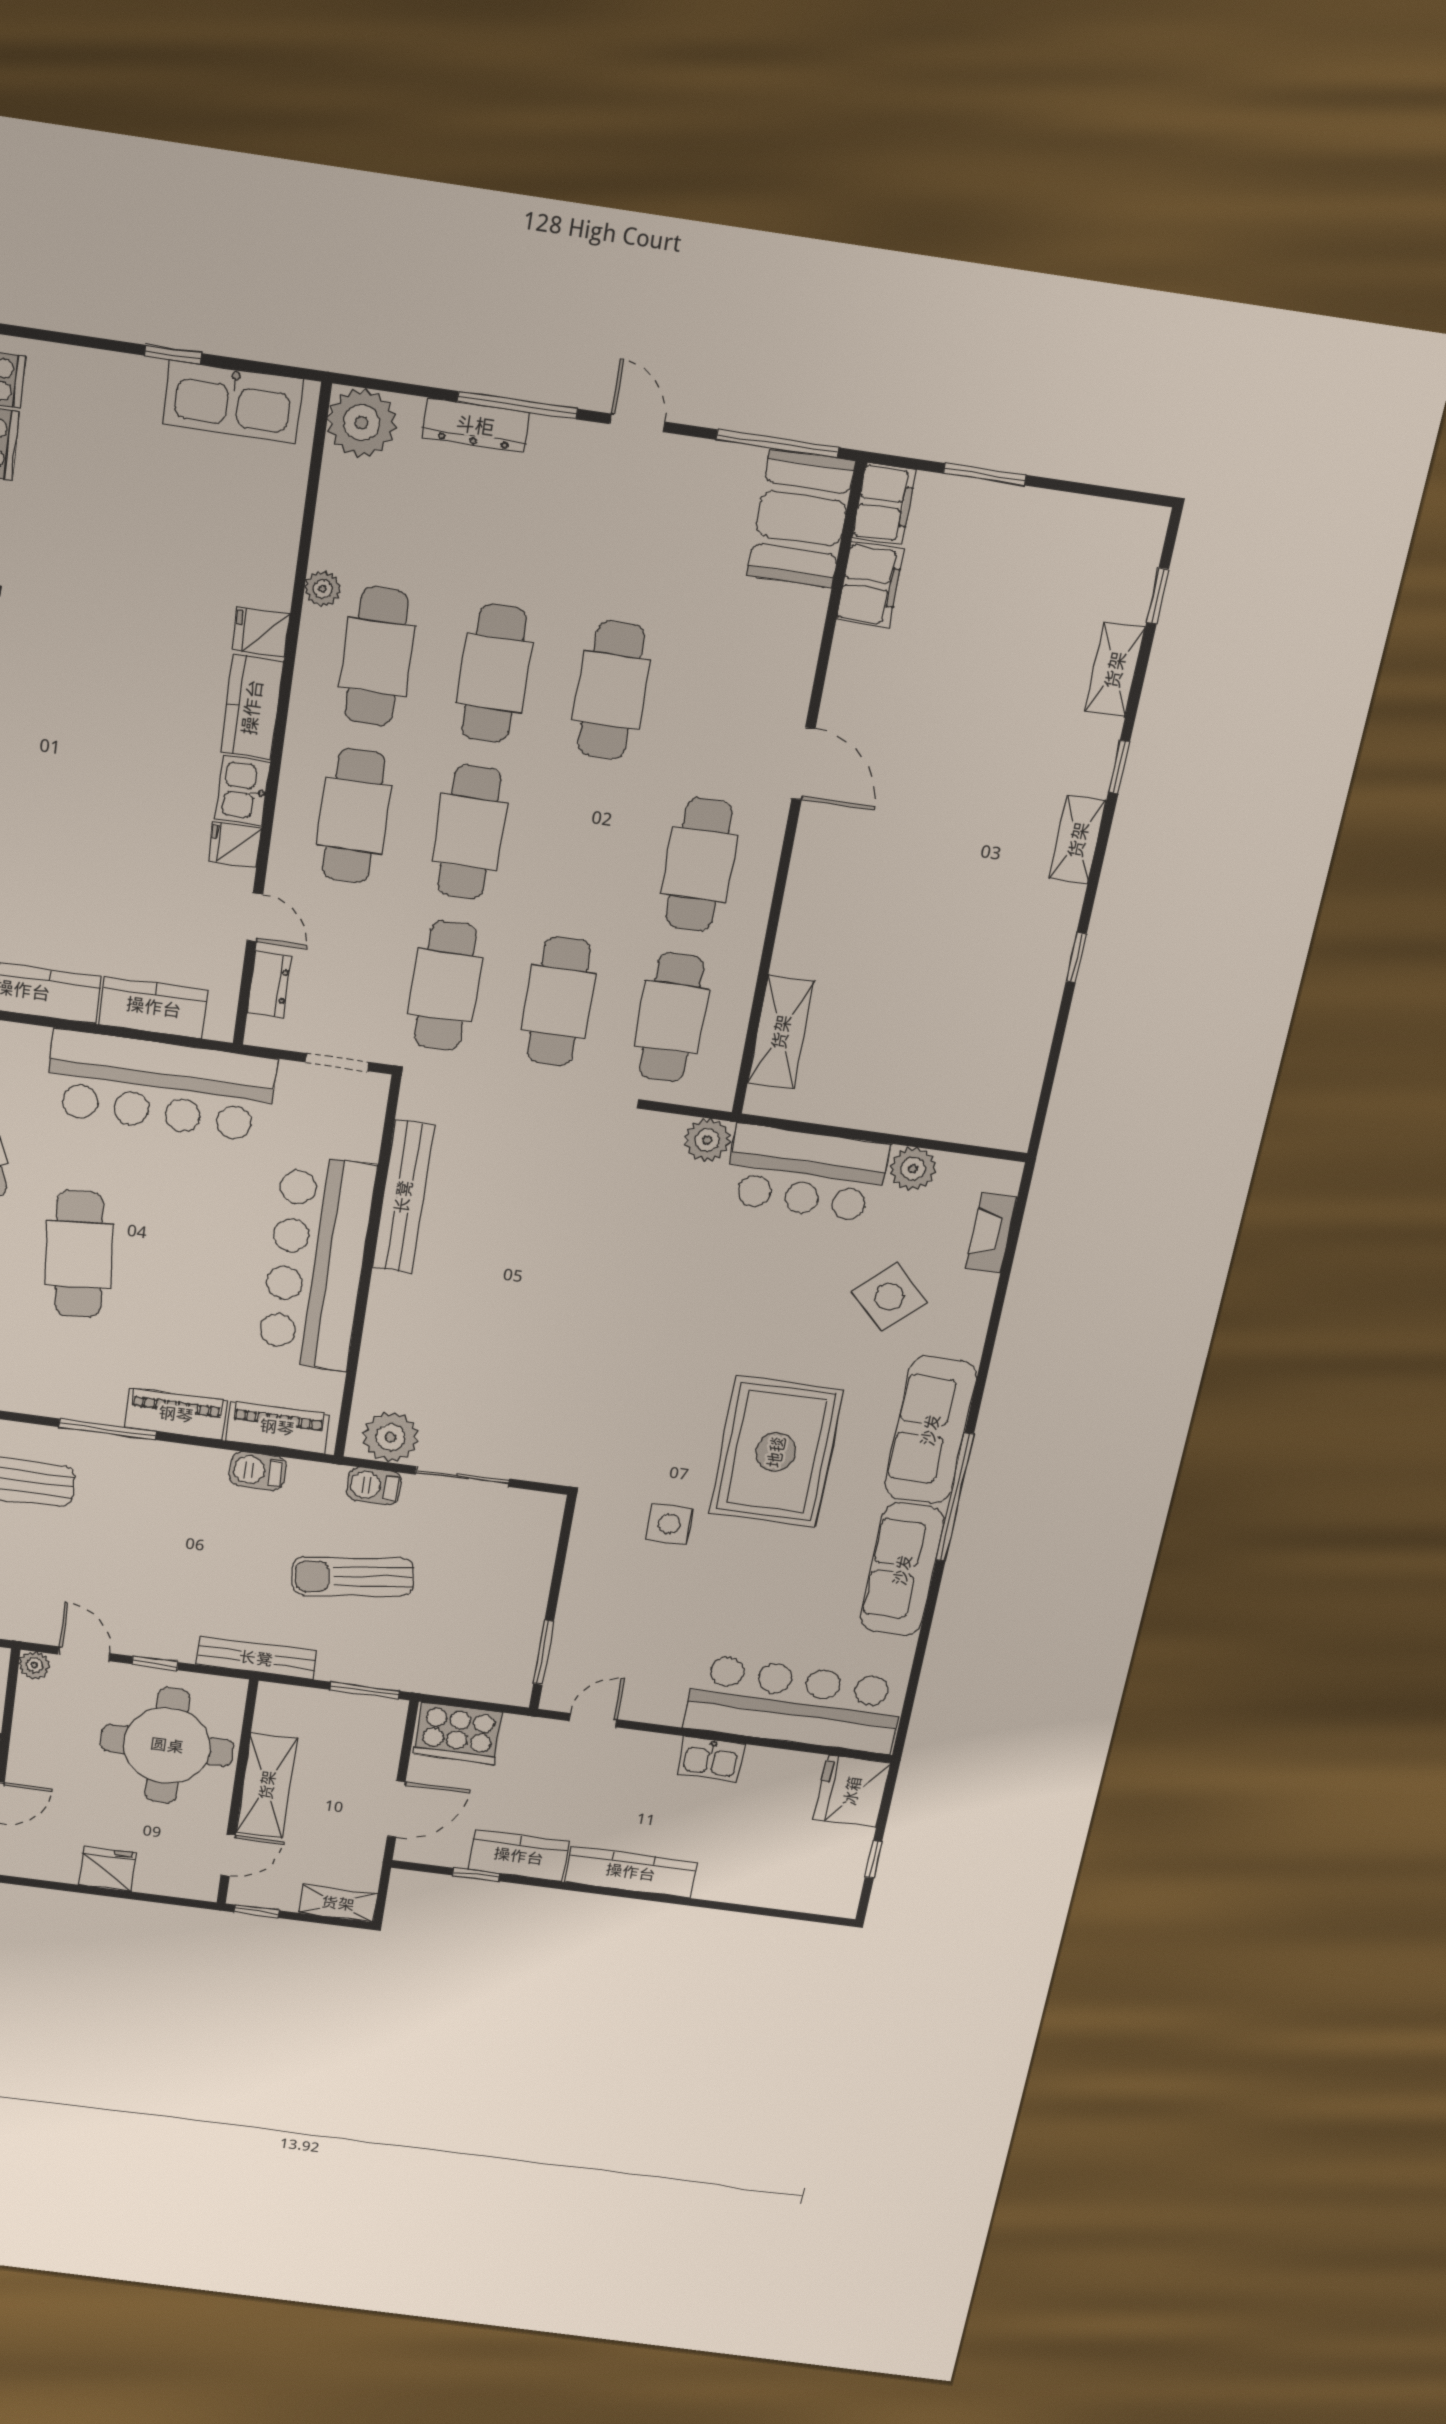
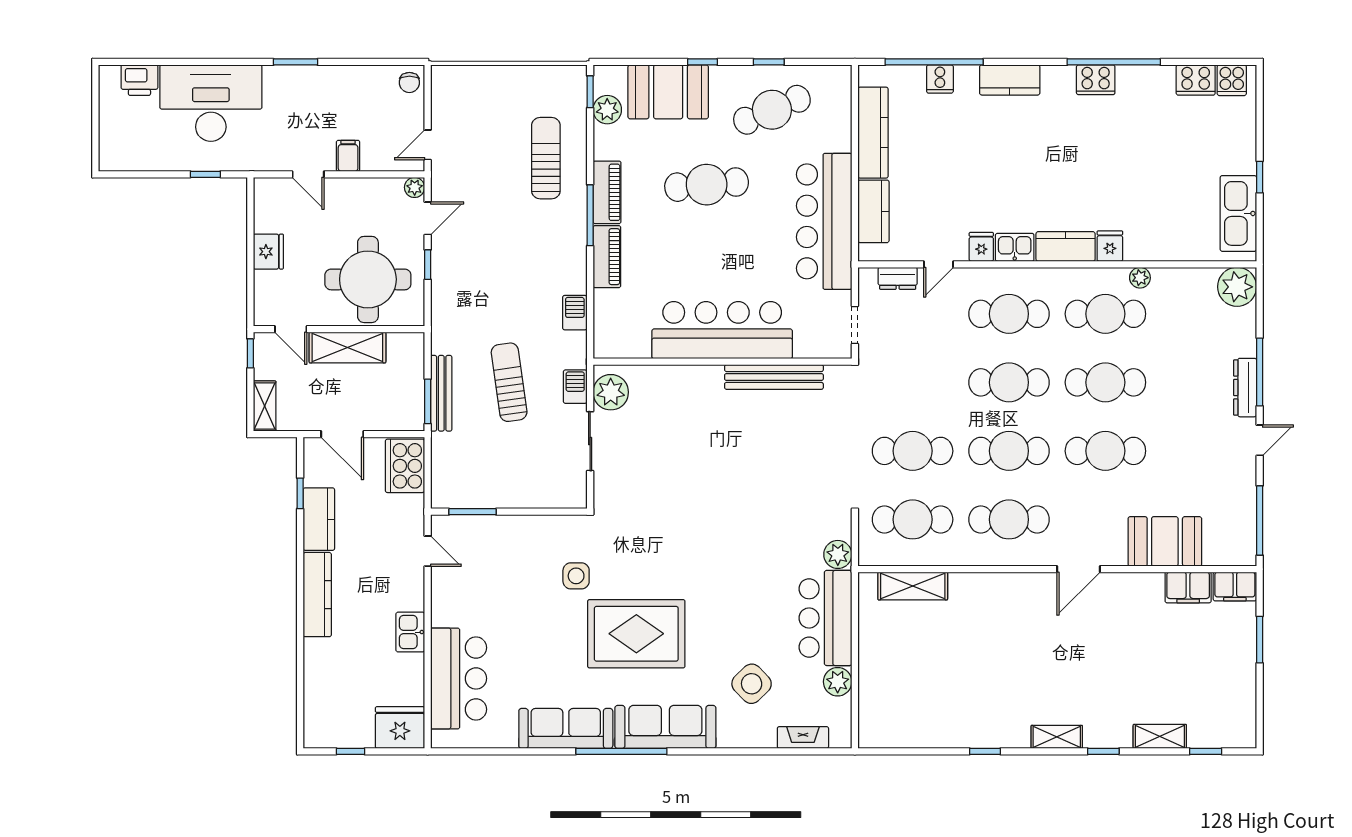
dresser: (475, 425) -> (1245, 388), moved
booth: (801, 518) -> (1165, 541), moved
cafe table: (445, 986) -> (1009, 451), moved
piano: (277, 1427) -> (607, 192), moved
bench: (256, 1658) -> (441, 393), moved
bar counter: (795, 1704) -> (459, 678), width x0.73

